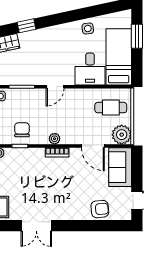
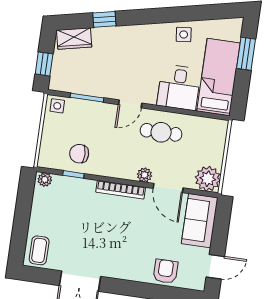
cafe table: (111, 108) -> (161, 132), moved
chair: (22, 130) -> (79, 154), turned -90
plant: (55, 139) -> (145, 175), moved
bookcase: (57, 152) -> (121, 190), width x1.56
armchair: (100, 209) -> (165, 271), turned -85

